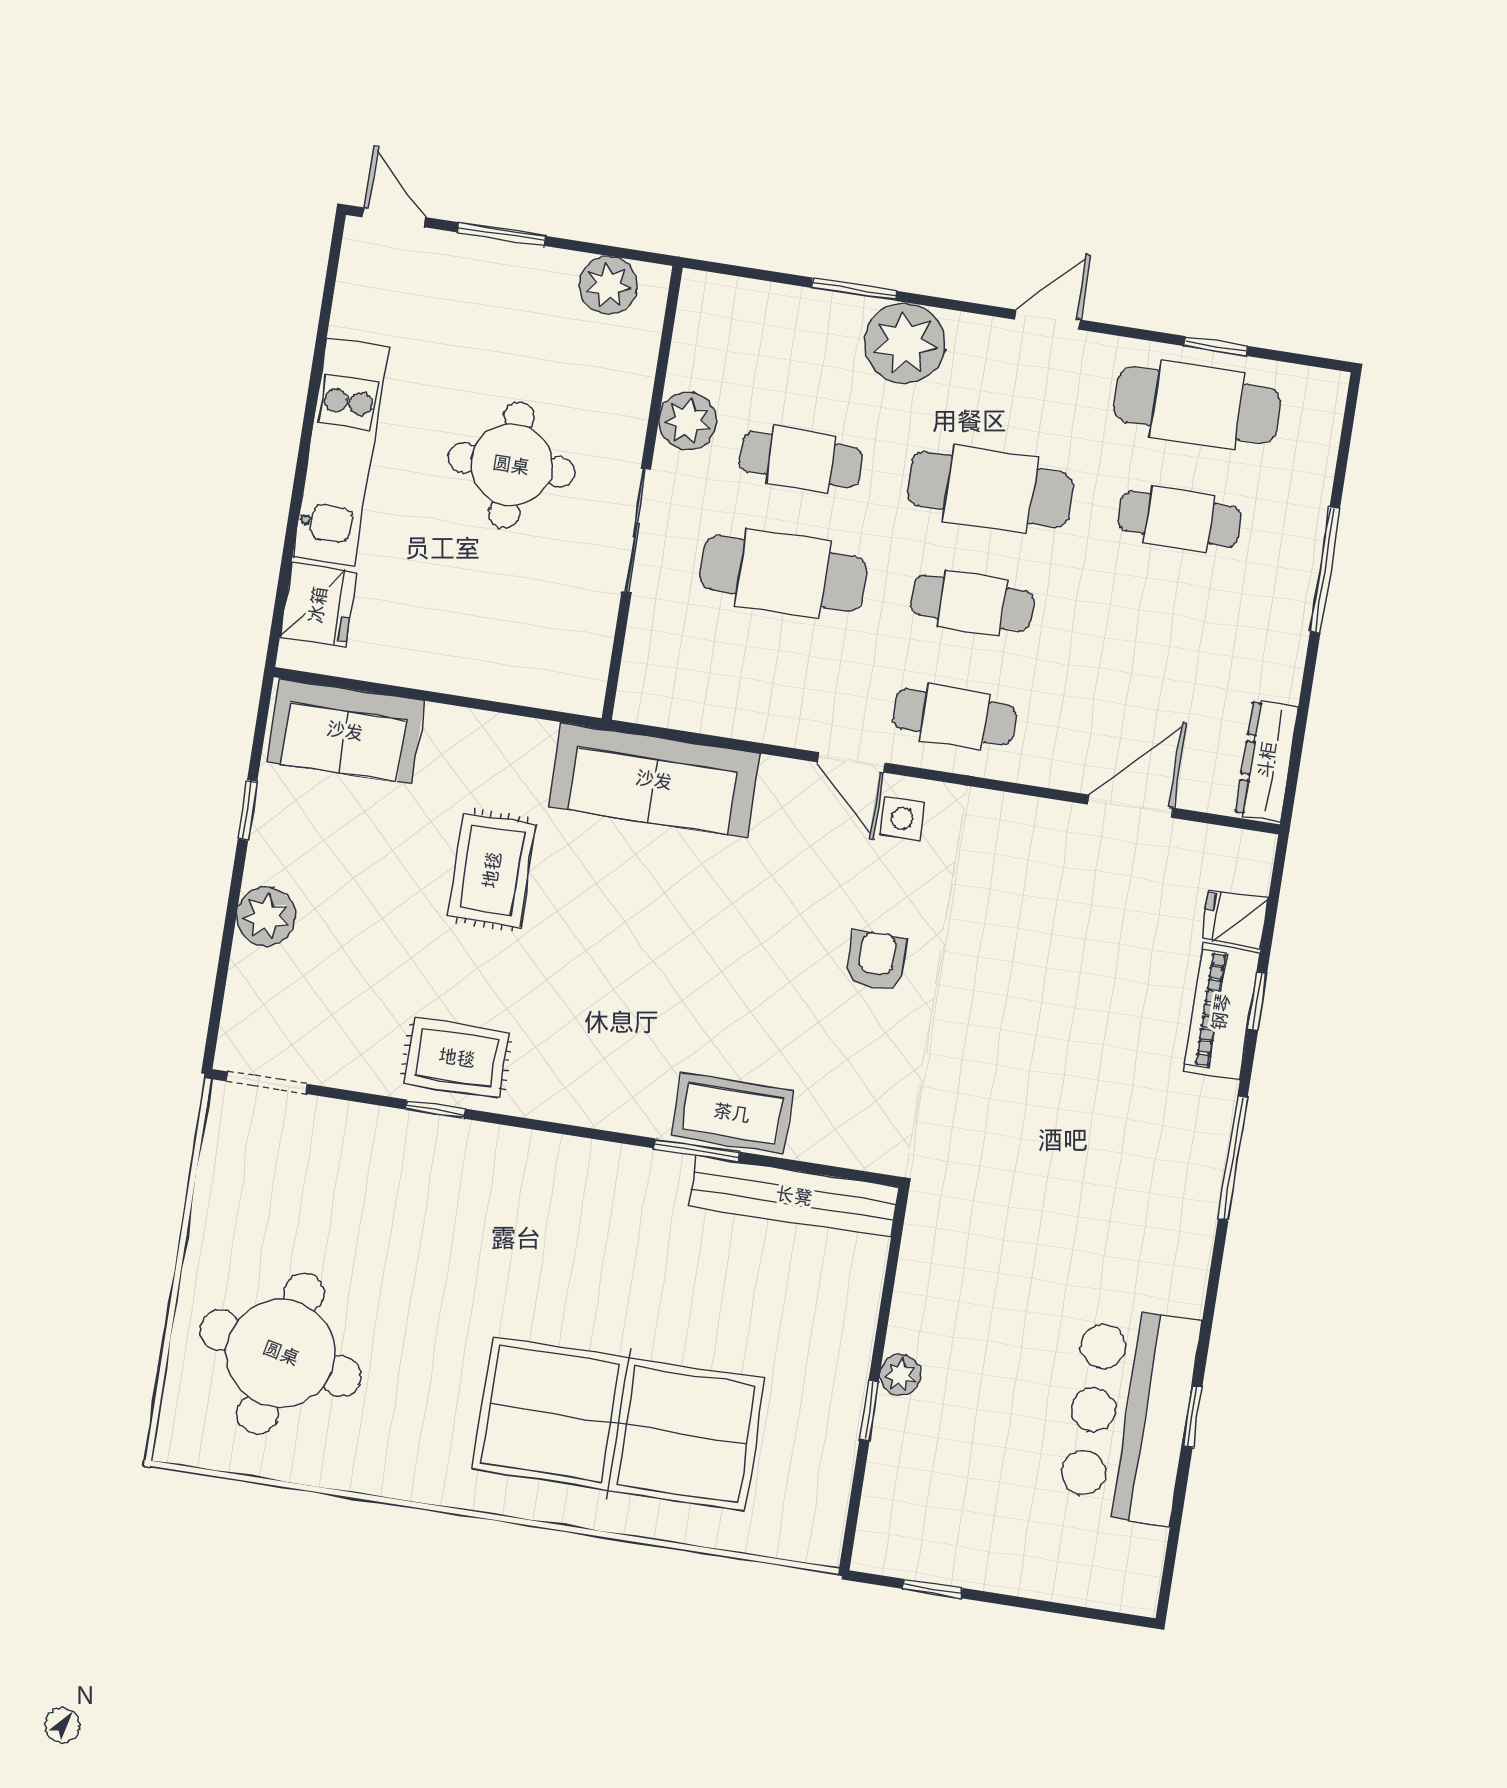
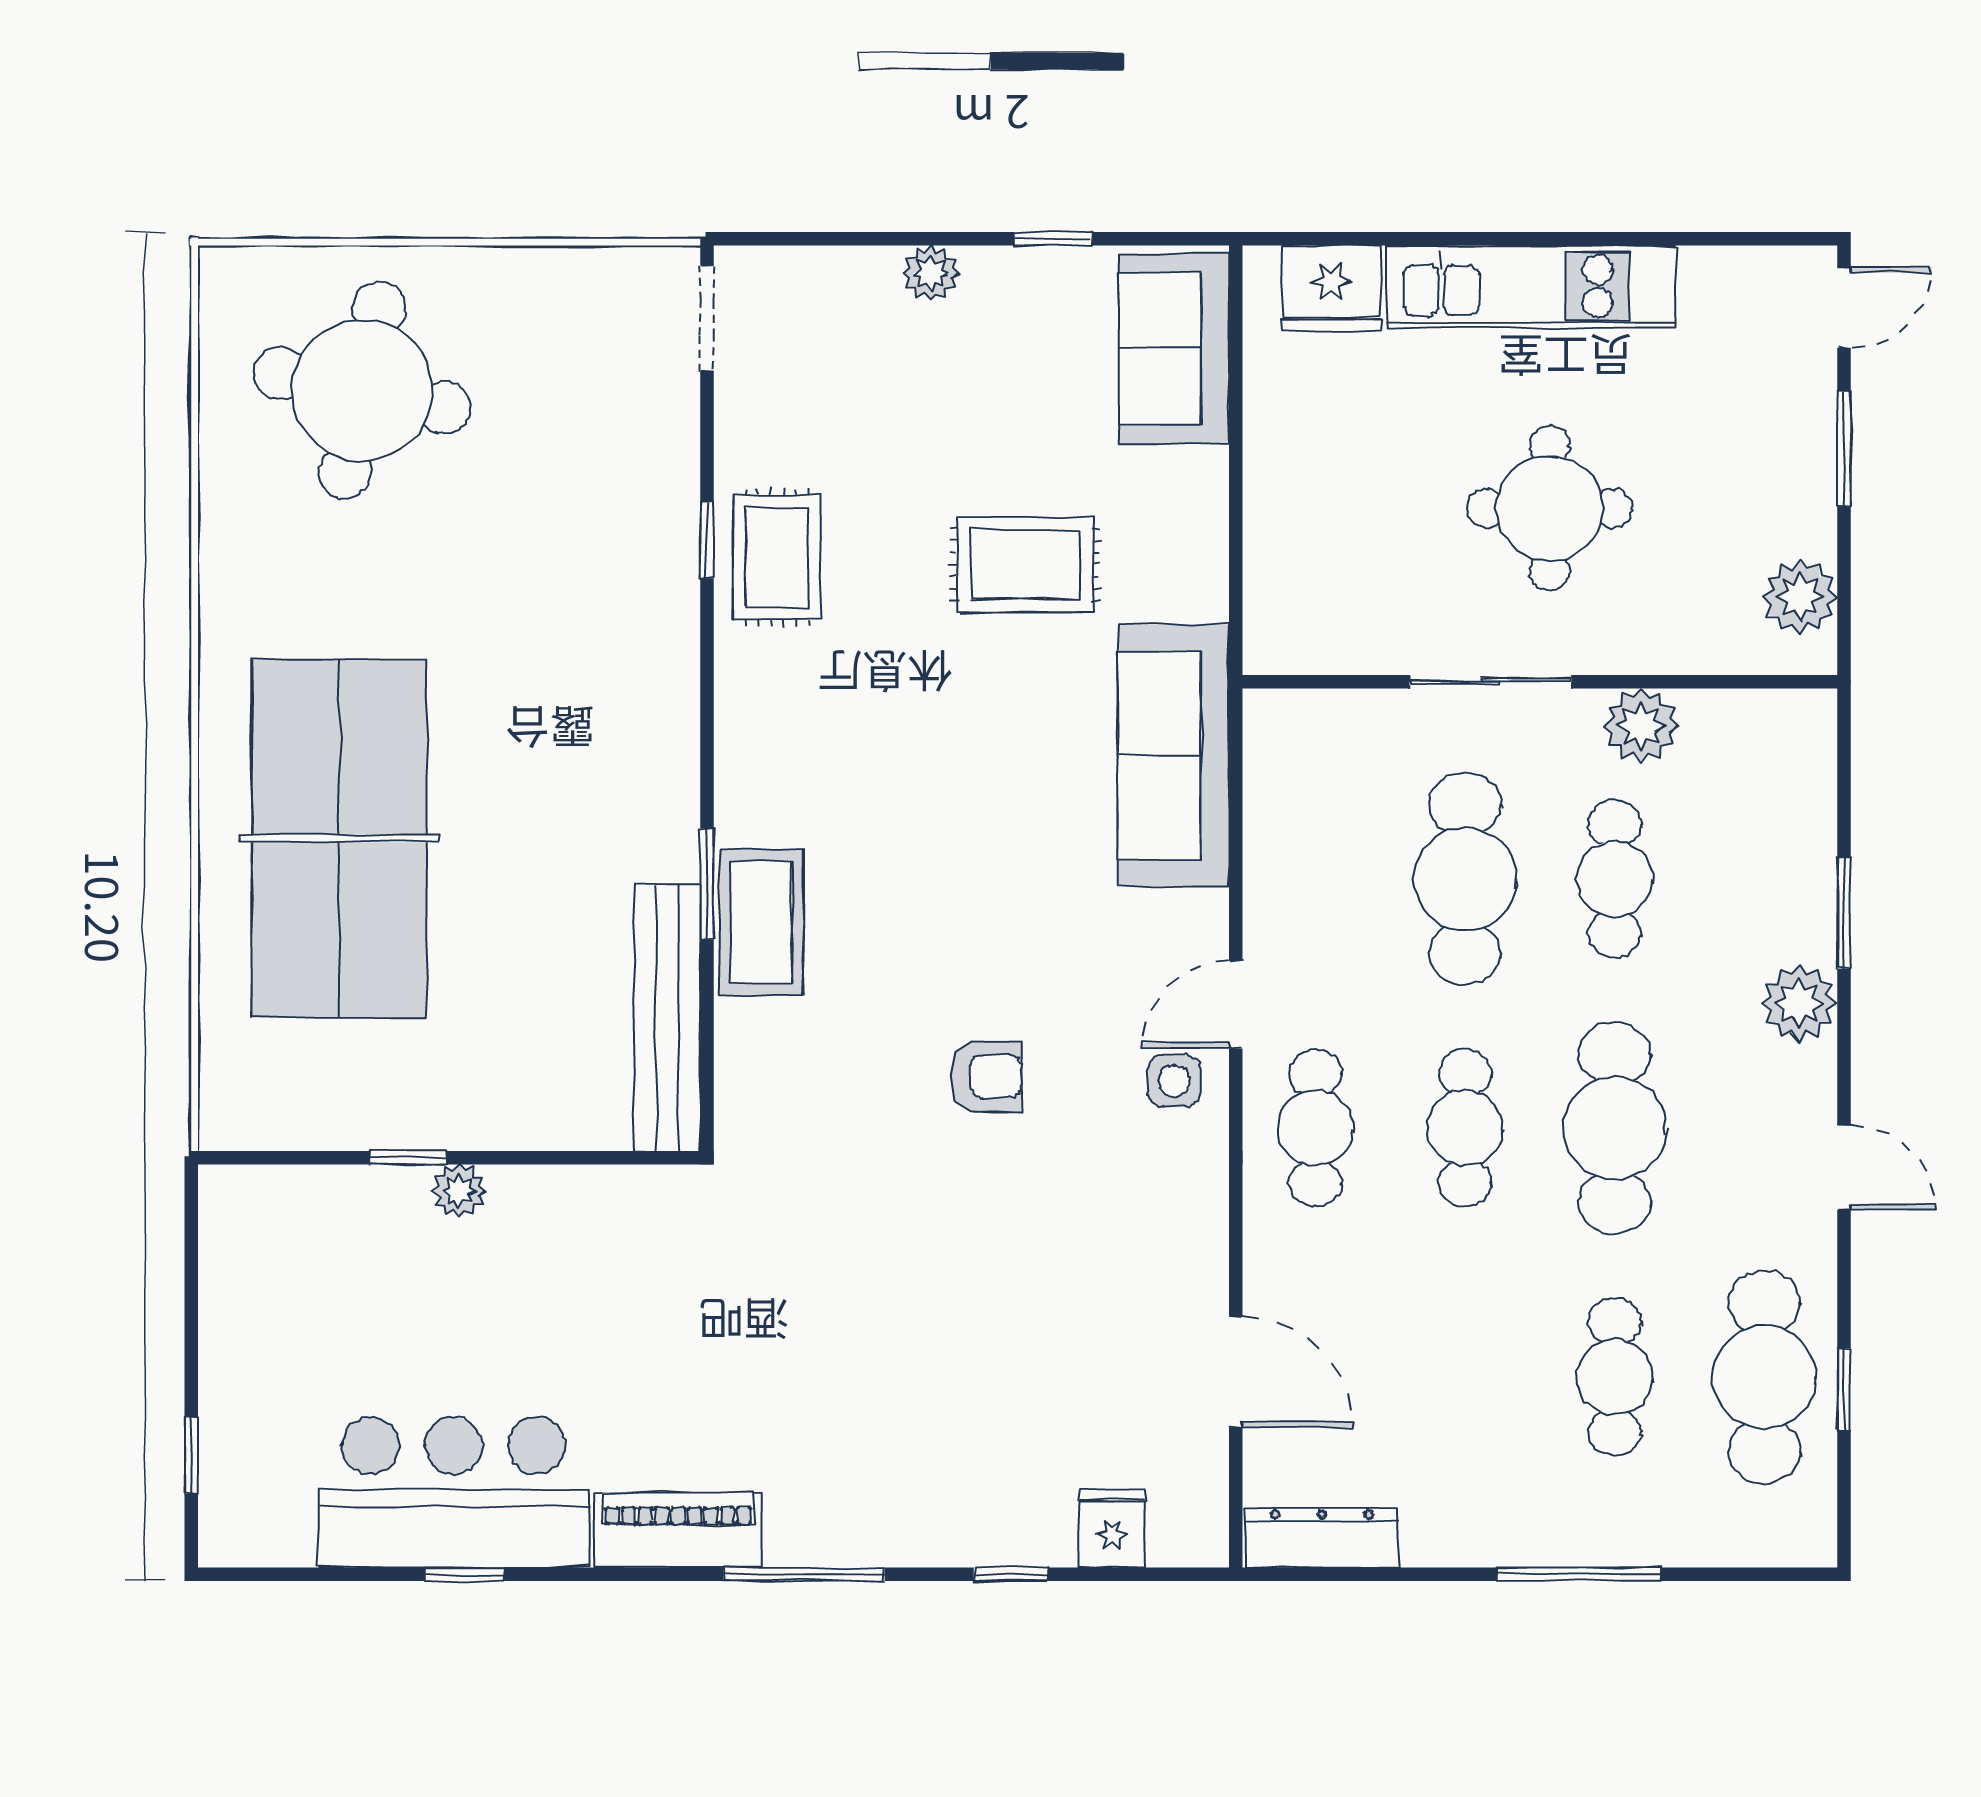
plant: (905, 343) -> (1799, 1003), width x0.73, depth x0.73
plant: (266, 916) -> (931, 273), width x0.73, depth x0.73
piano: (1221, 1012) -> (678, 1530), moved
window: (932, 1588) -> (191, 1455), moved

